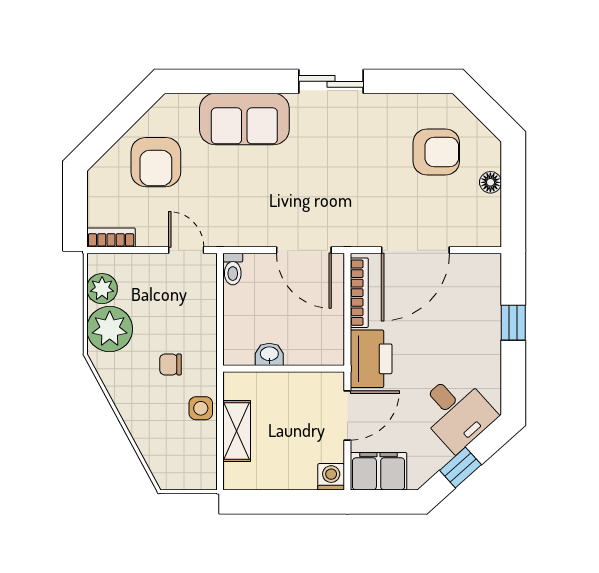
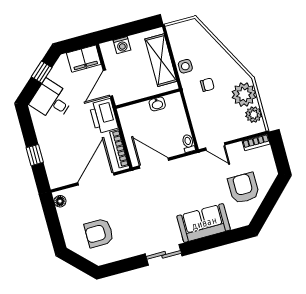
floor lamp: (490, 182) -> (60, 201), moved
shelving: (237, 431) -> (161, 60), width x1.50, depth x1.33
washing machine: (331, 477) -> (122, 45), moved

